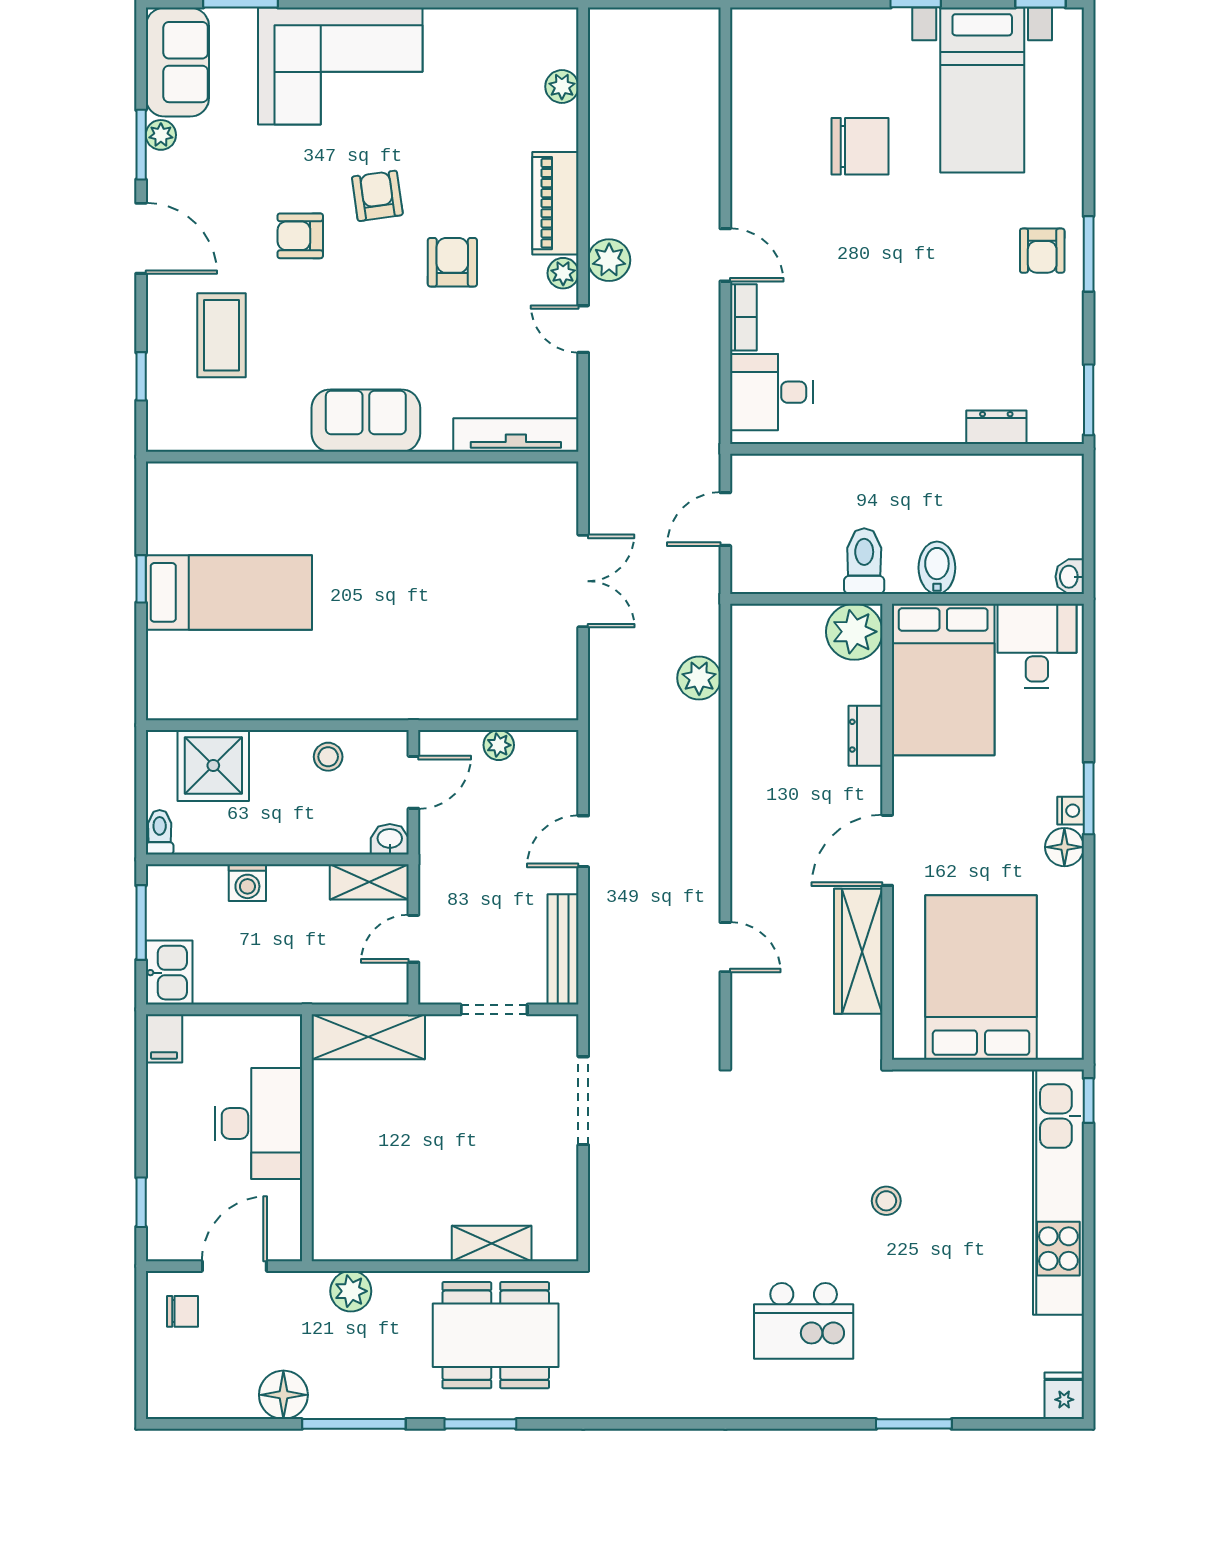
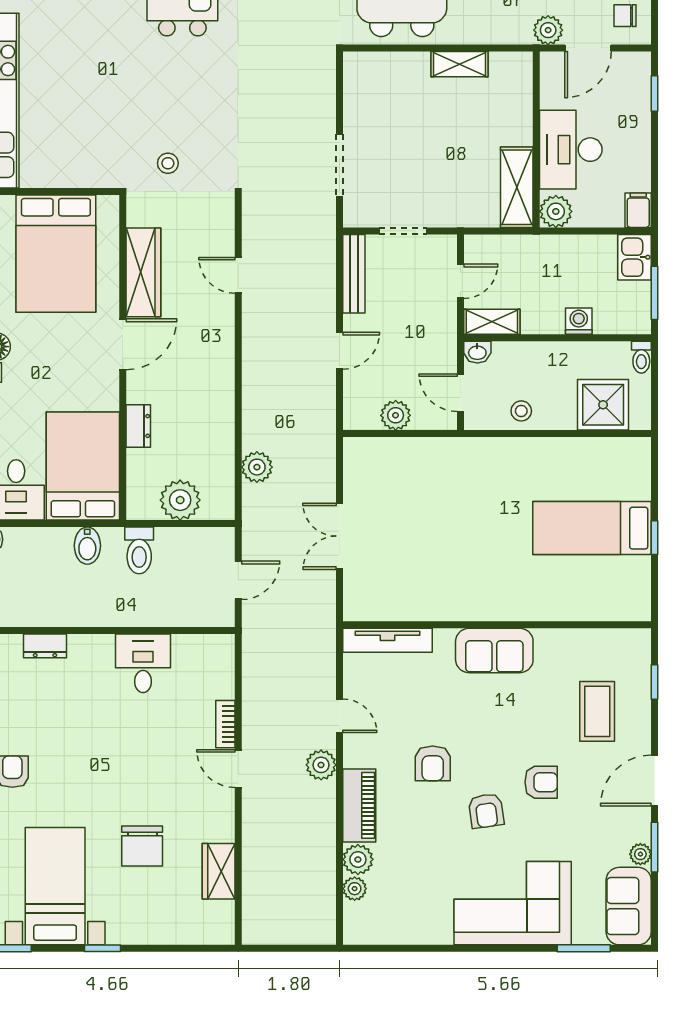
wardrobe: (753, 111) -> (219, 871), added
chair: (860, 146) -> (142, 846), turned -90
door: (141, 238) -> (655, 780), hinge flipped
plant: (563, 273) -> (358, 859), moved, width x1.38, depth x1.38
desk: (771, 392) -> (143, 663), moved, turned -90
plant: (854, 632) -> (180, 500), moved
plant: (499, 745) -> (396, 415), width x1.38, depth x1.38
door: (413, 782) -> (460, 393), hinge flipped
plant: (280, 1037) -> (556, 211), added
shelving: (368, 1037) -> (517, 187), moved, turned 90
stool: (886, 1201) -> (168, 163), moved
shelving: (492, 1243) -> (460, 64), moved
plant: (351, 1291) -> (548, 30), moved

